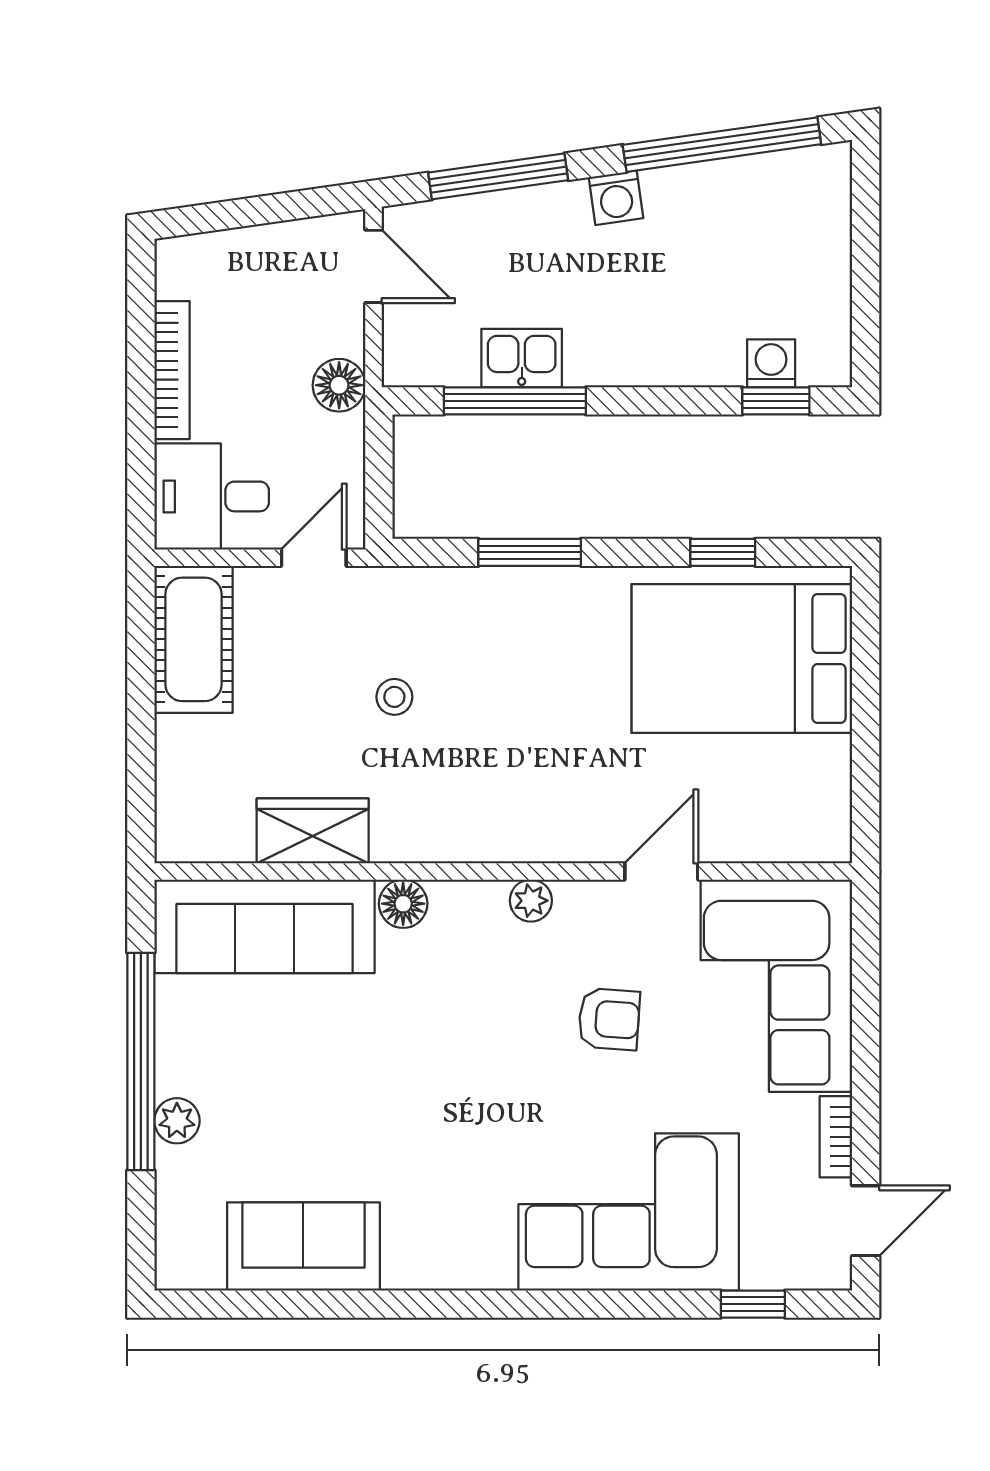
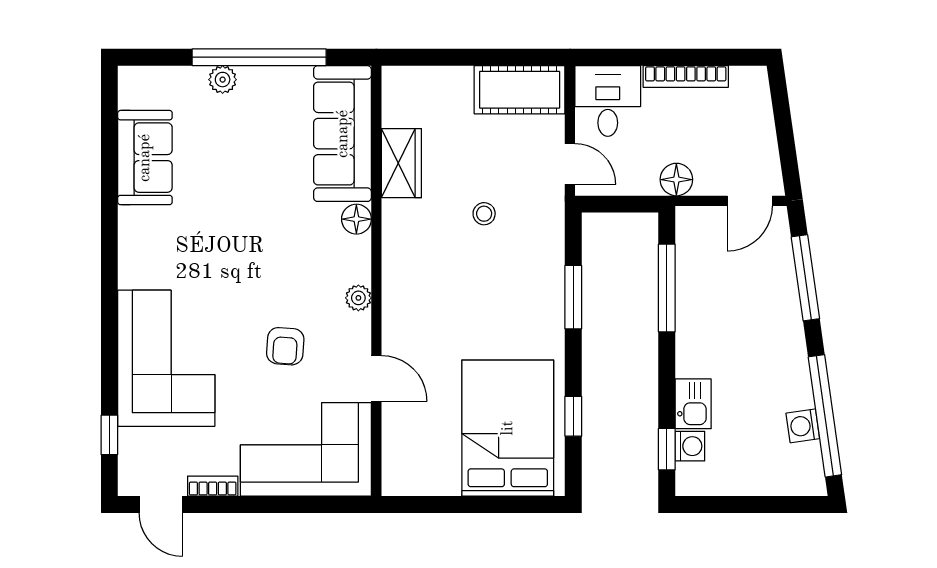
washing machine: (616, 198) -> (803, 426), moved
kitchen sink: (522, 358) -> (693, 404), moved

